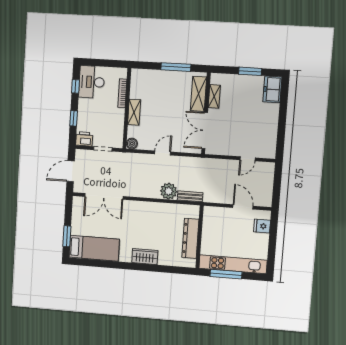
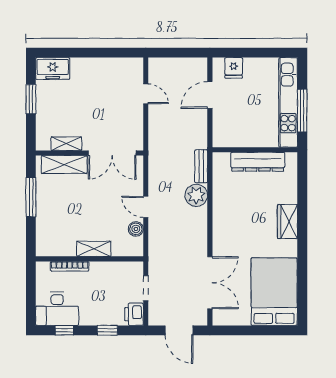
boiler: (132, 144) -> (136, 229), moved
window: (67, 236) -> (268, 330), removed
bed: (94, 248) -> (274, 292), width x1.50

